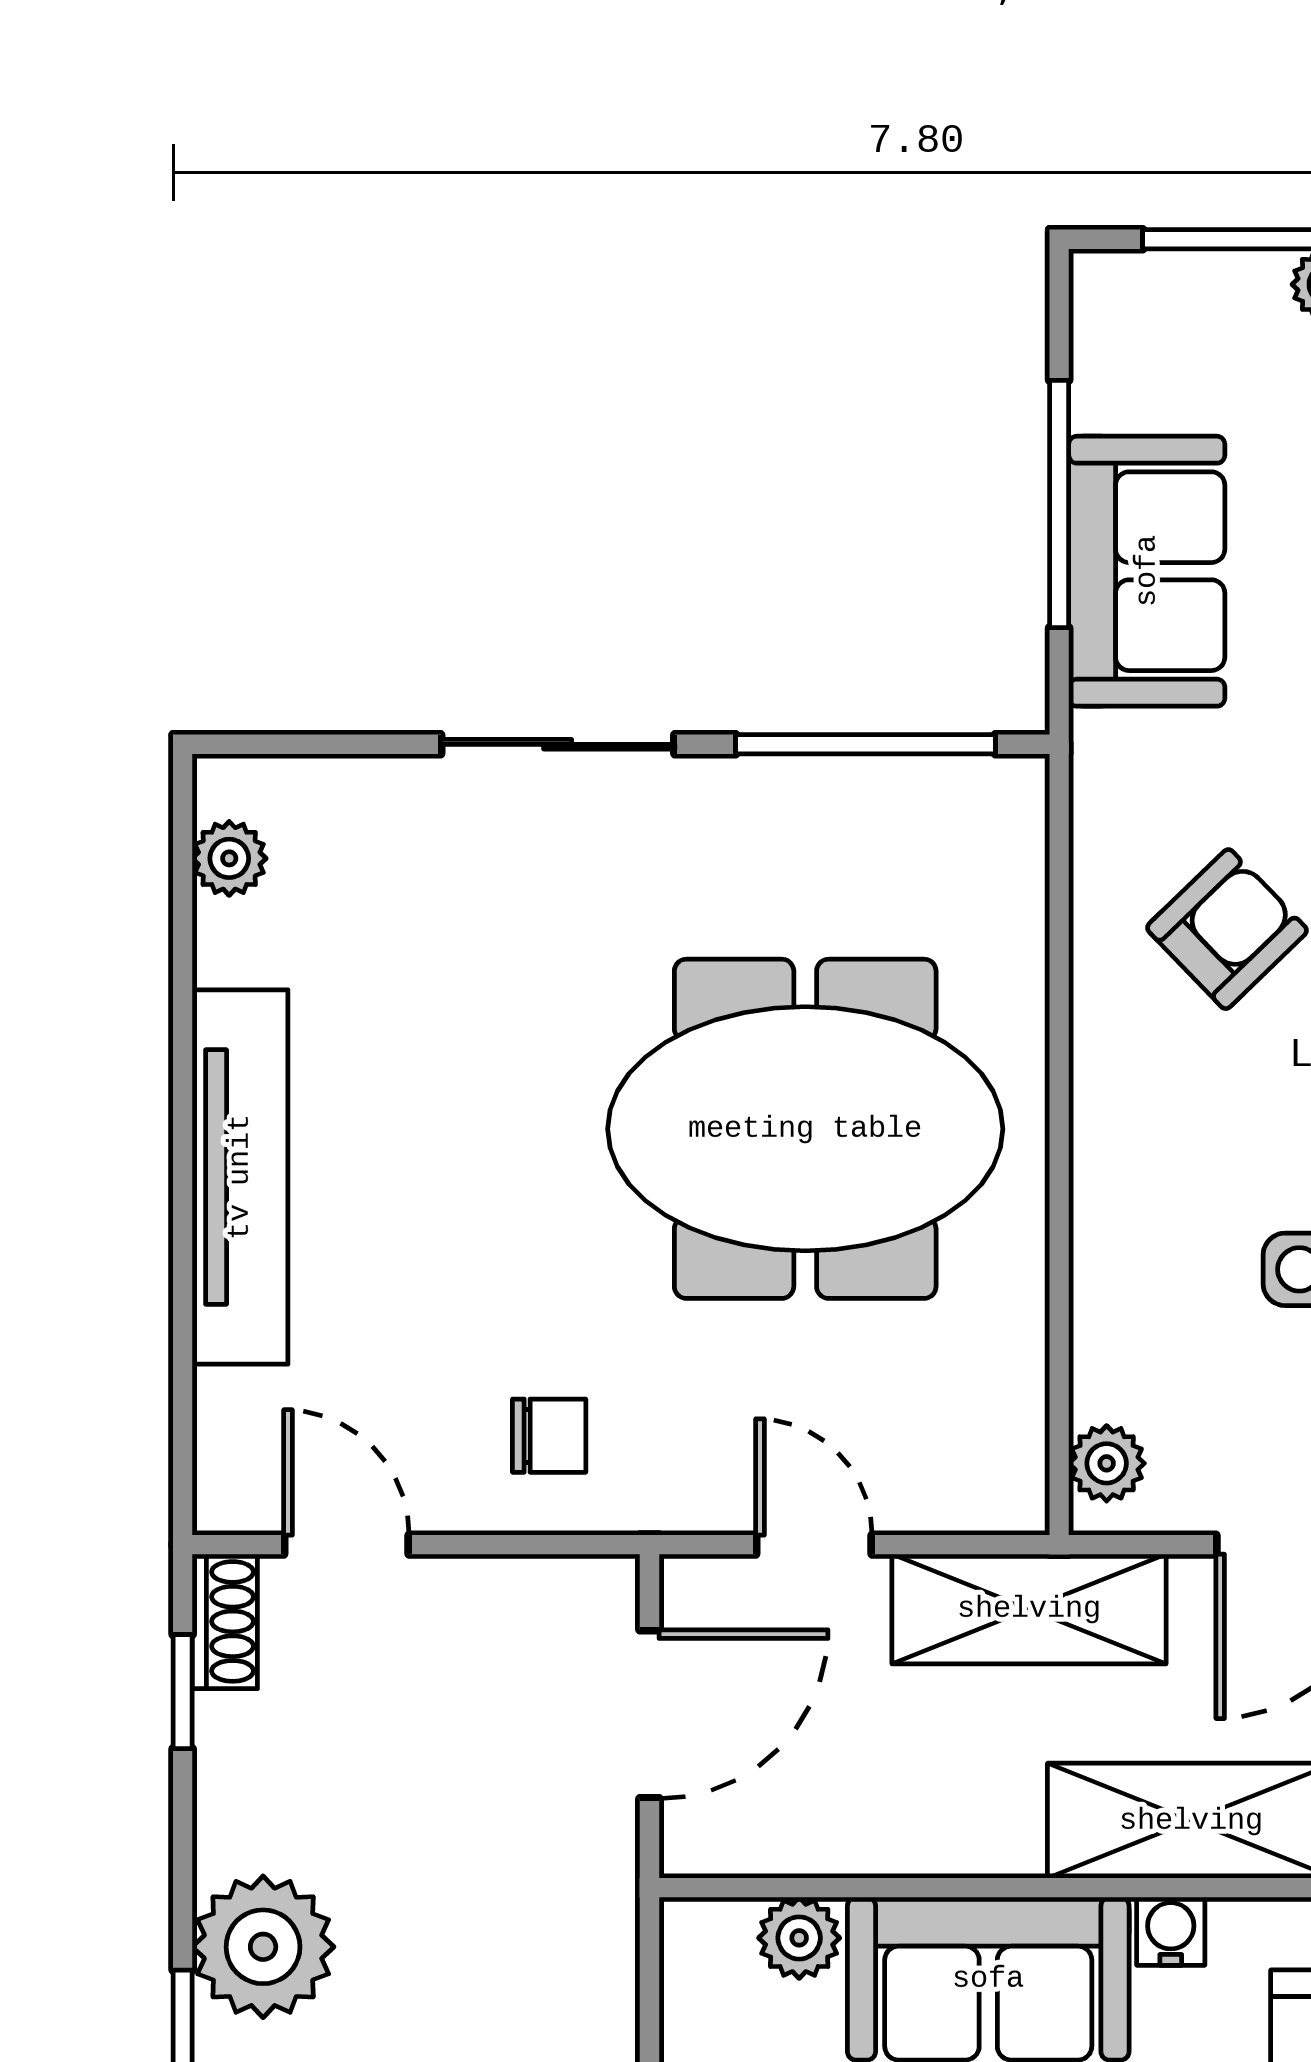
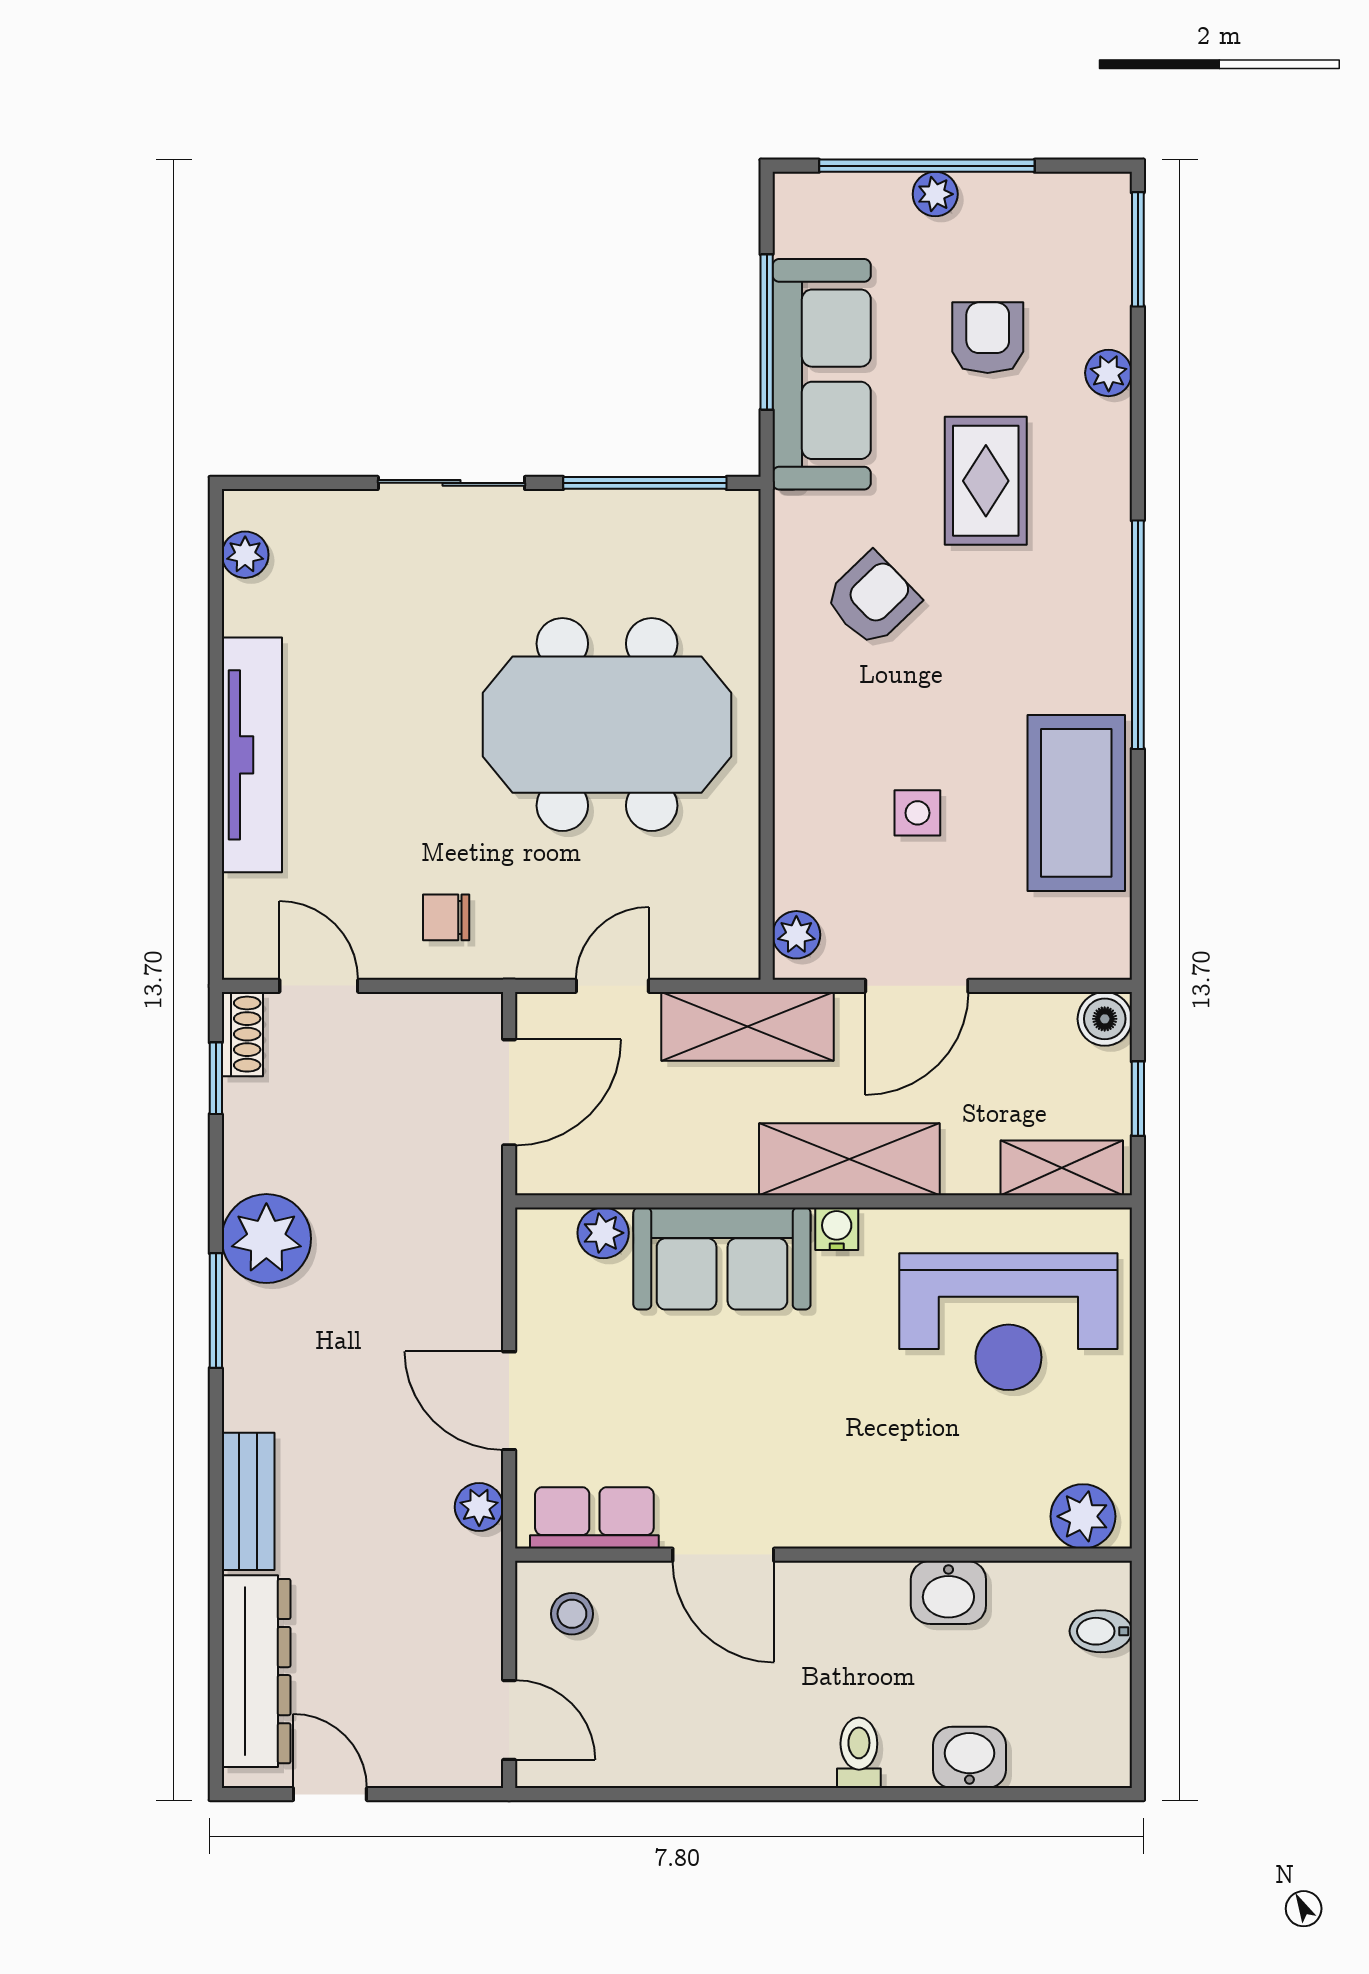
sofa: (1147, 571) -> (822, 374), width x1.36
chair: (549, 1436) -> (446, 917), turned 180
door: (814, 1545) -> (612, 986), hinge flipped

